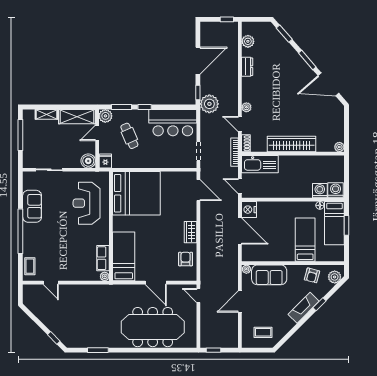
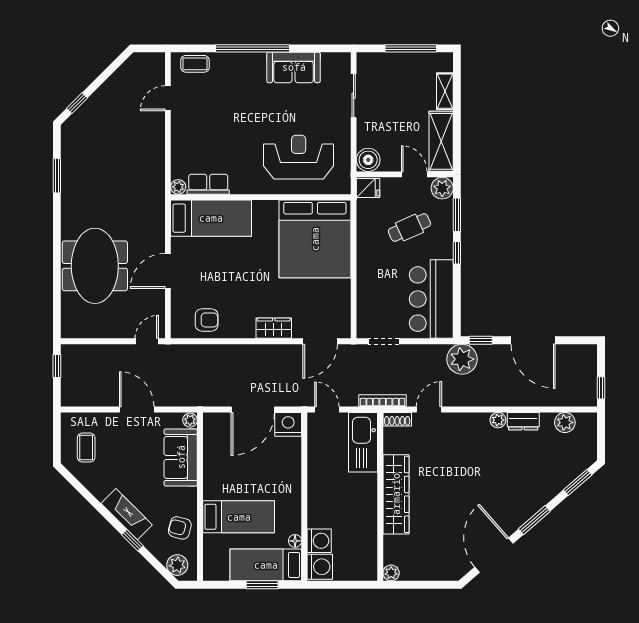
plant: (246, 107) -> (498, 420), moved
door: (240, 186) -> (327, 409), hinge flipped
wardrobe: (191, 232) -> (274, 328), moved
meeting table: (153, 327) -> (95, 266), width x0.73

